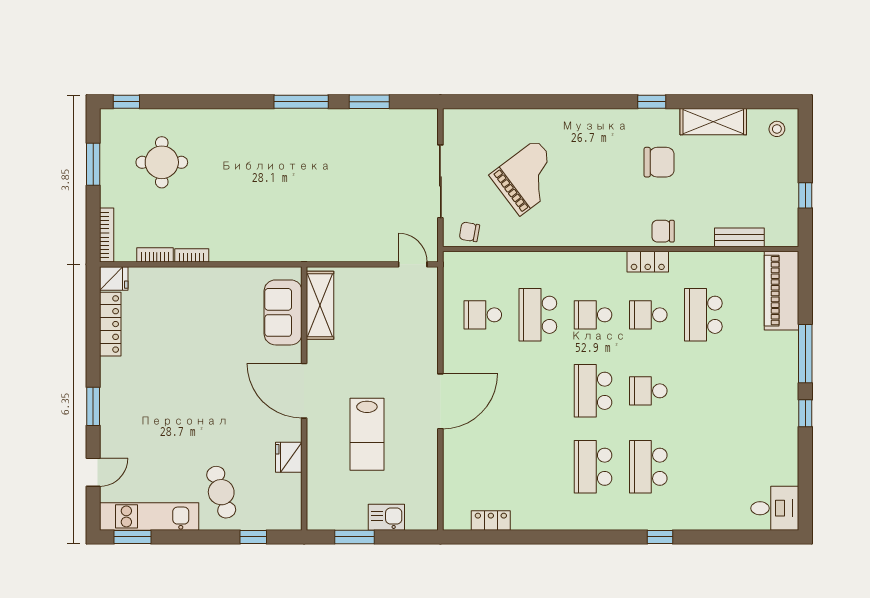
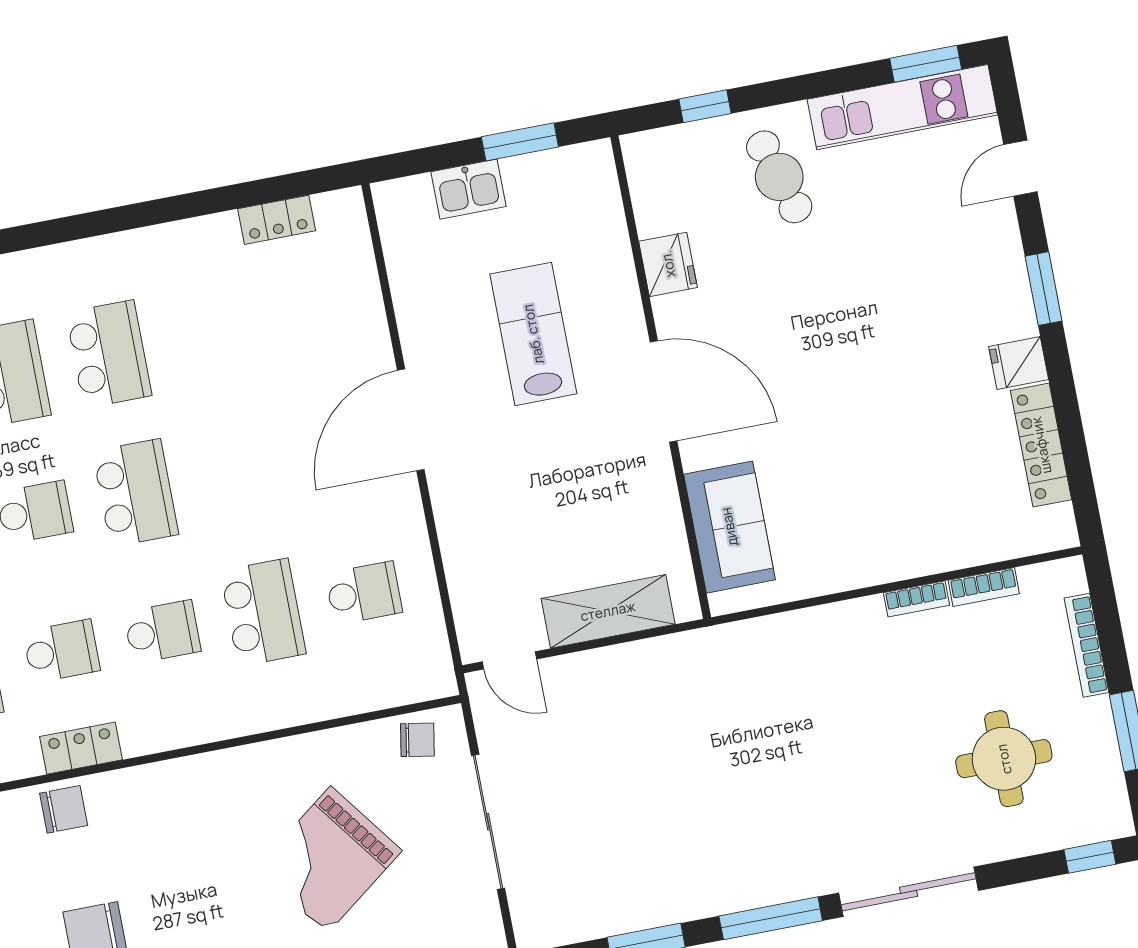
sliding door: (226, 102) -> (909, 892), added
bookcase: (107, 235) -> (1087, 645), moved
fridge: (114, 278) -> (1019, 363), moved
shelving: (320, 305) -> (608, 611), moved, turned 90

